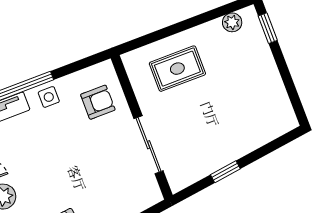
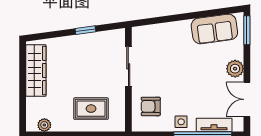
window: (268, 28) -> (23, 113), removed
wardrobe: (271, 92) -> (36, 70), added

